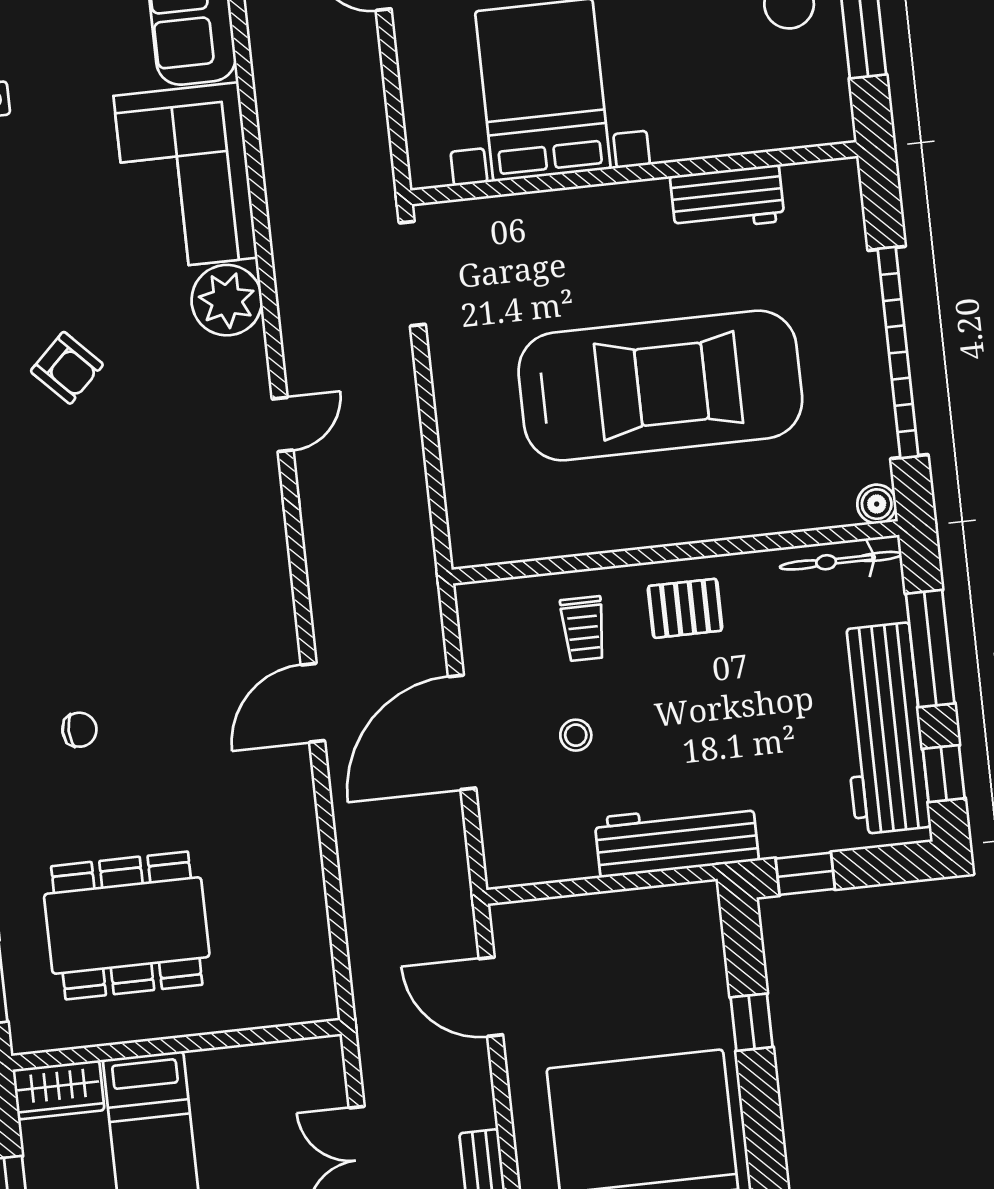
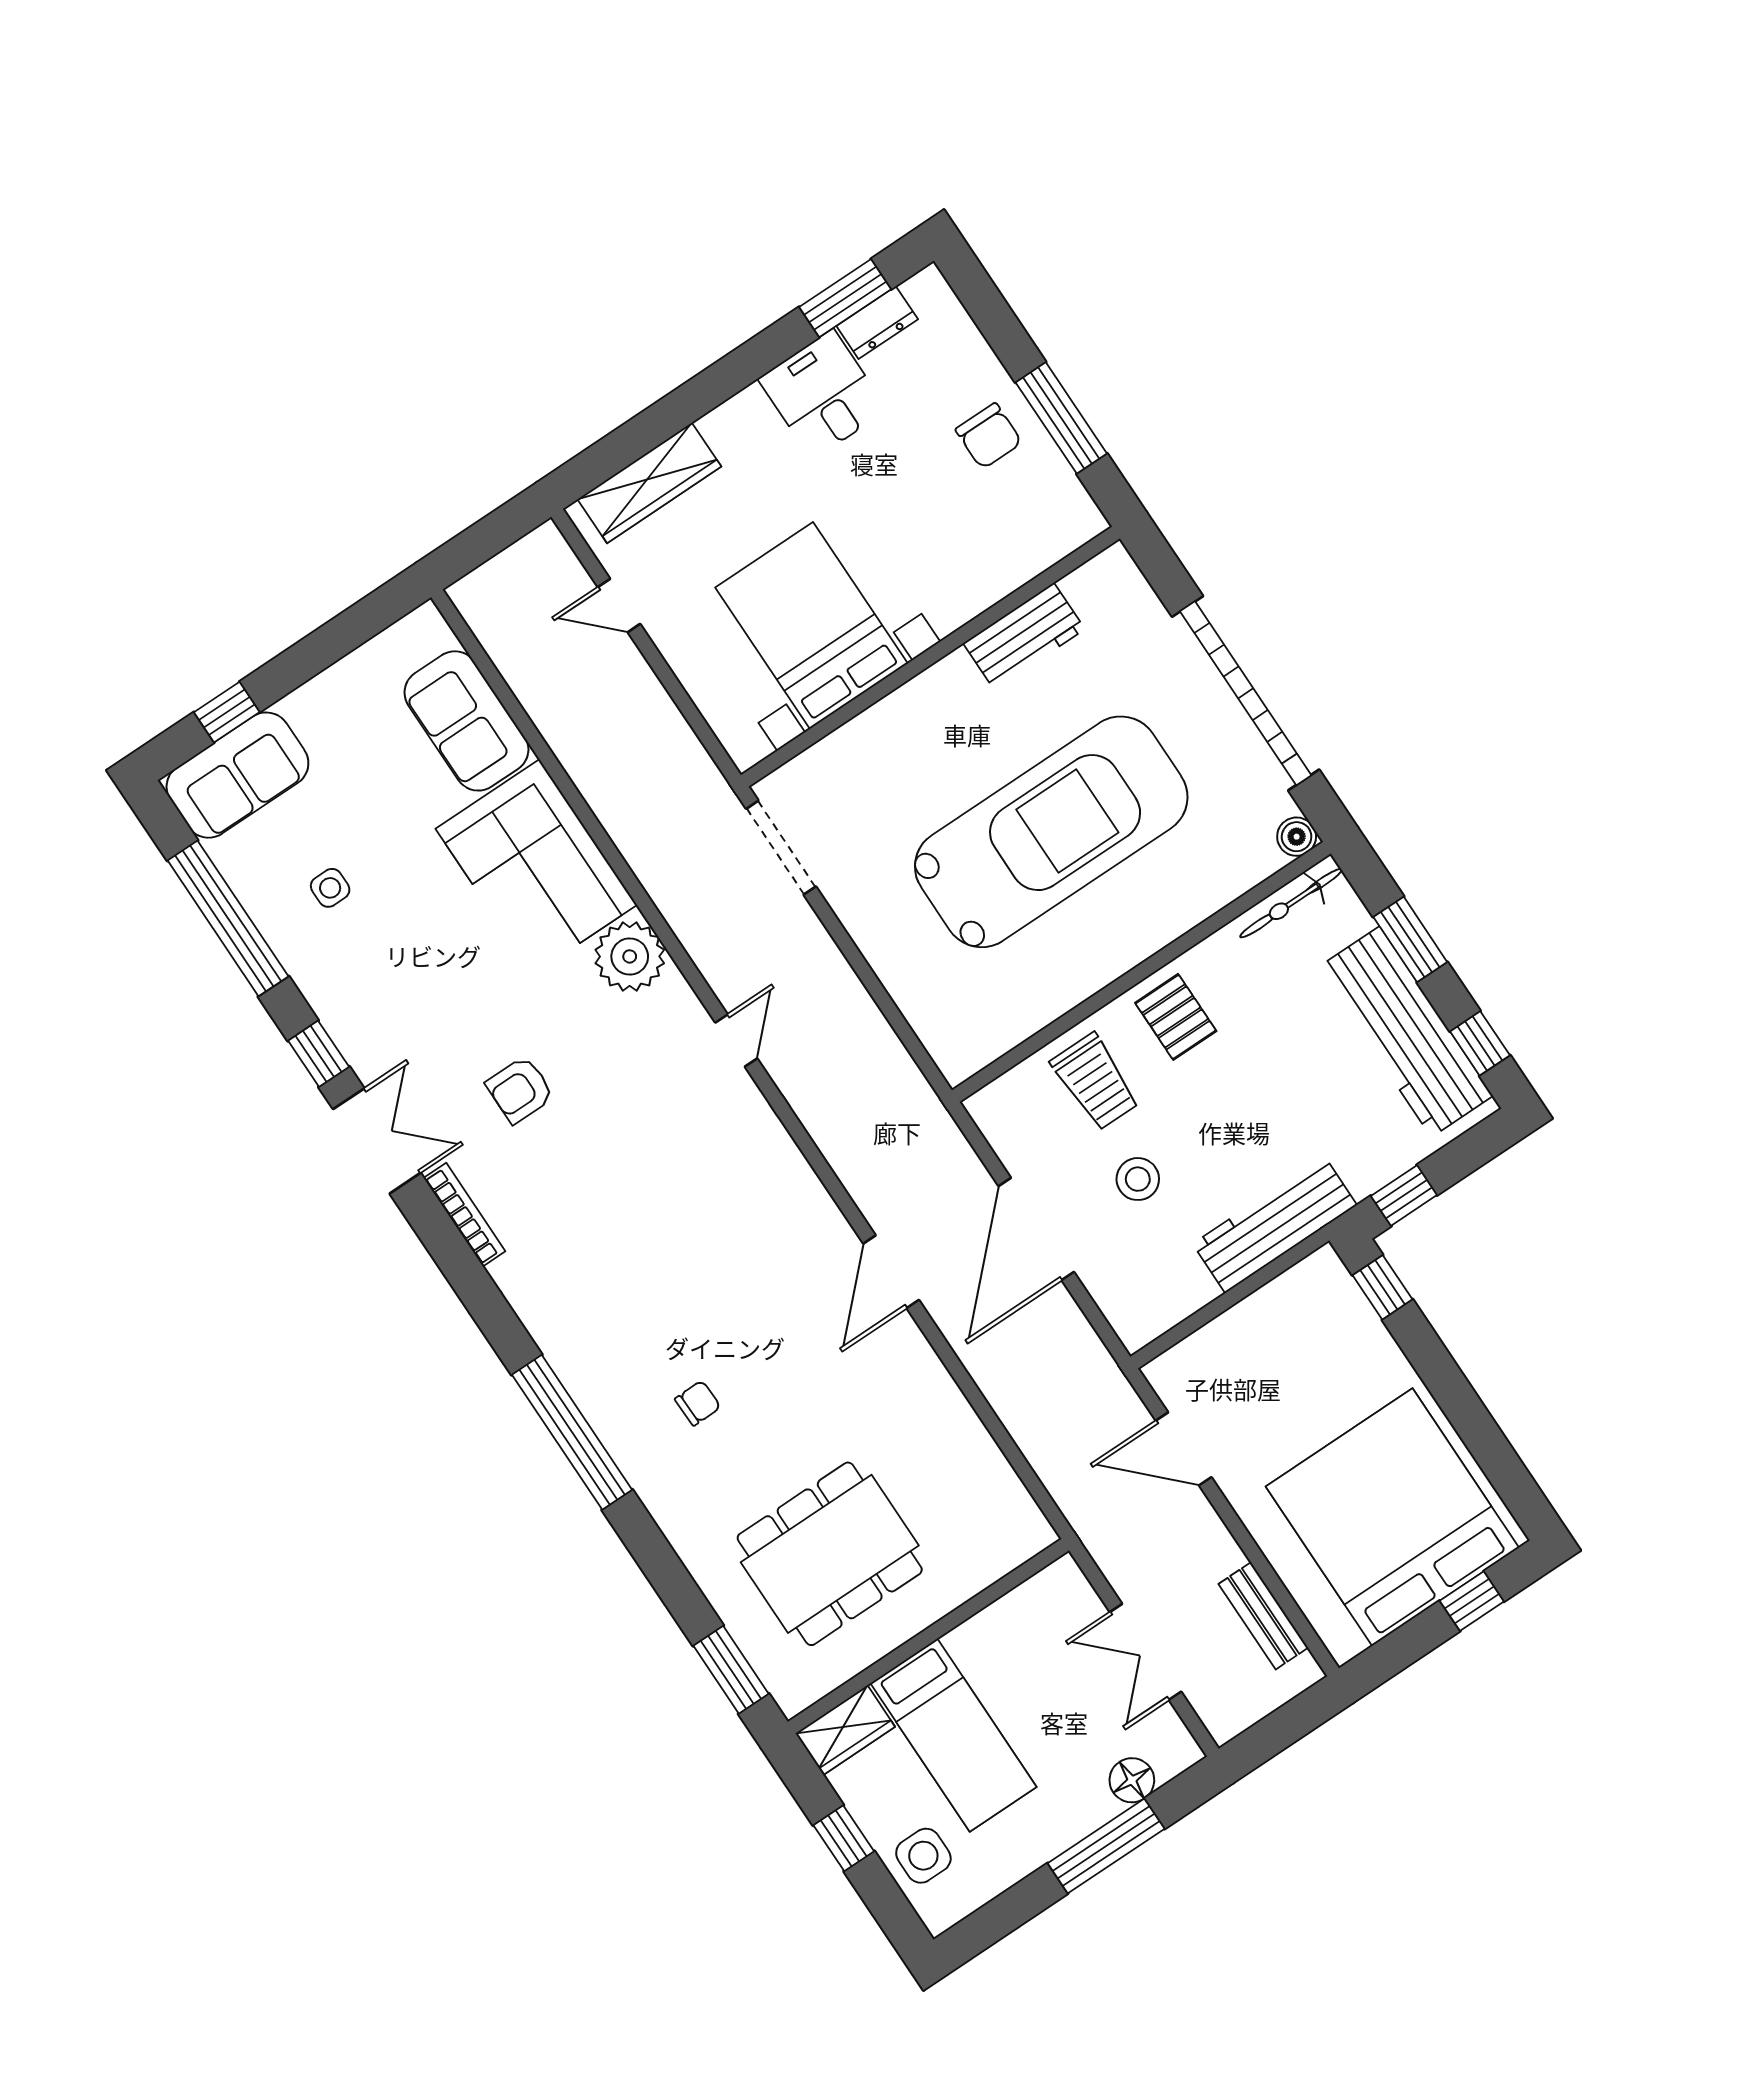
armchair: (67, 368) -> (520, 1090), turned 134
pallet: (685, 608) -> (1176, 1017), turned 90
trolley: (583, 629) -> (1095, 1082), width x1.36, depth x1.39
window: (930, 649) -> (1410, 939), width x0.69
stool: (576, 735) -> (1138, 1179), width x1.37, depth x1.37
window: (752, 1022) -> (1382, 1287), moved

